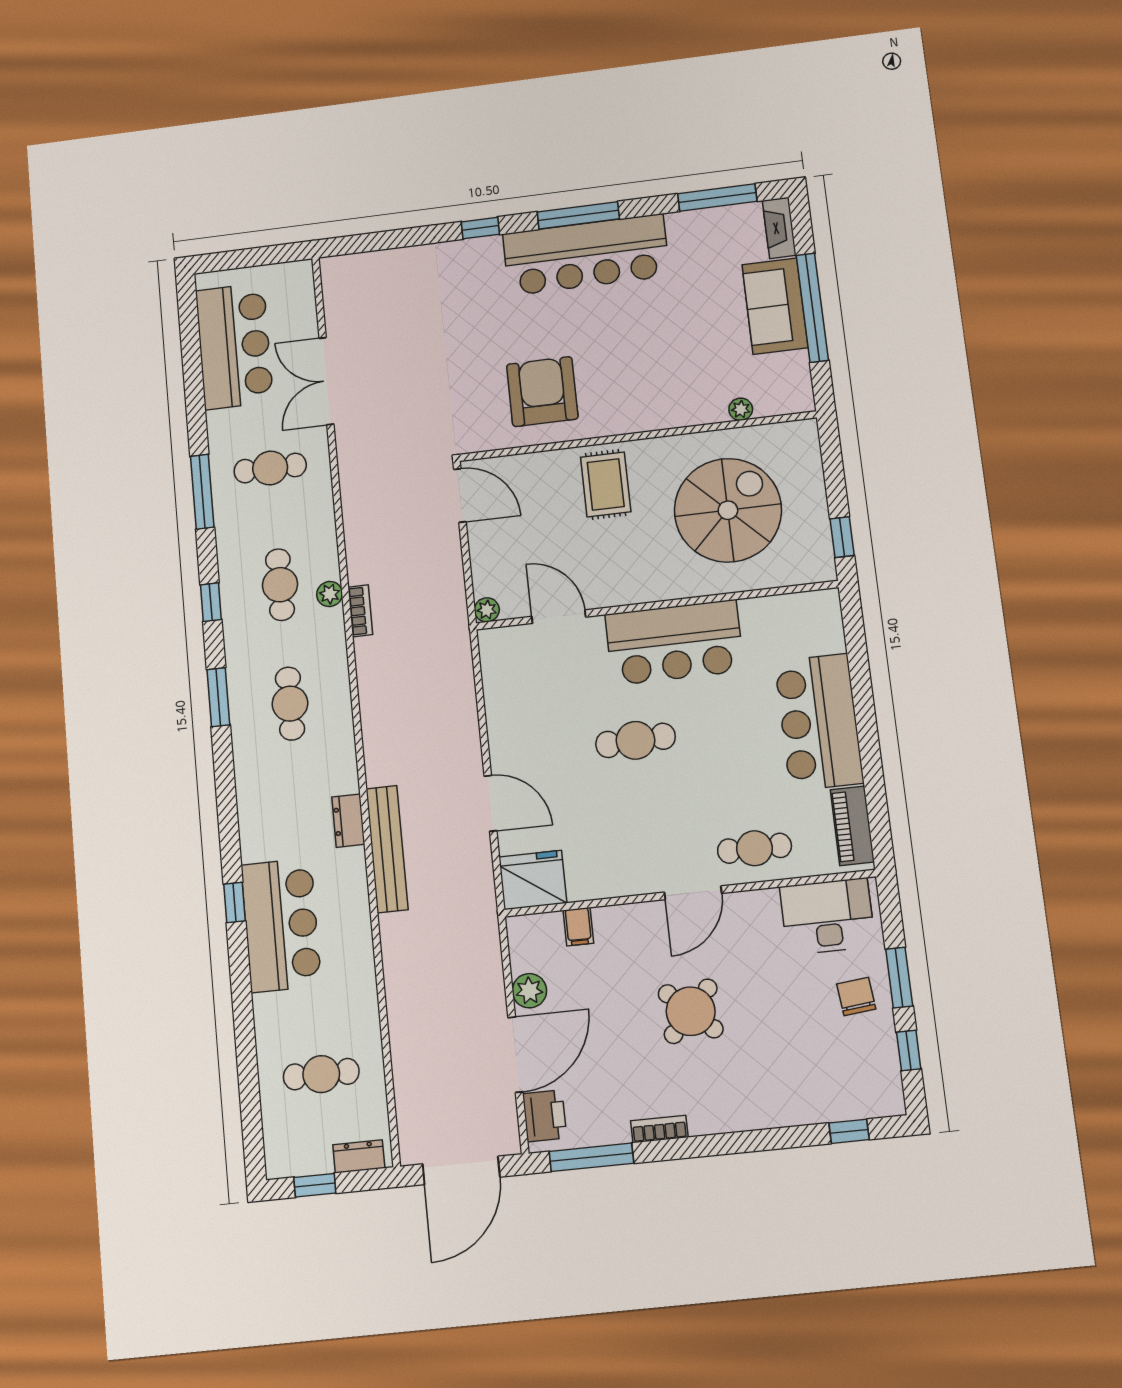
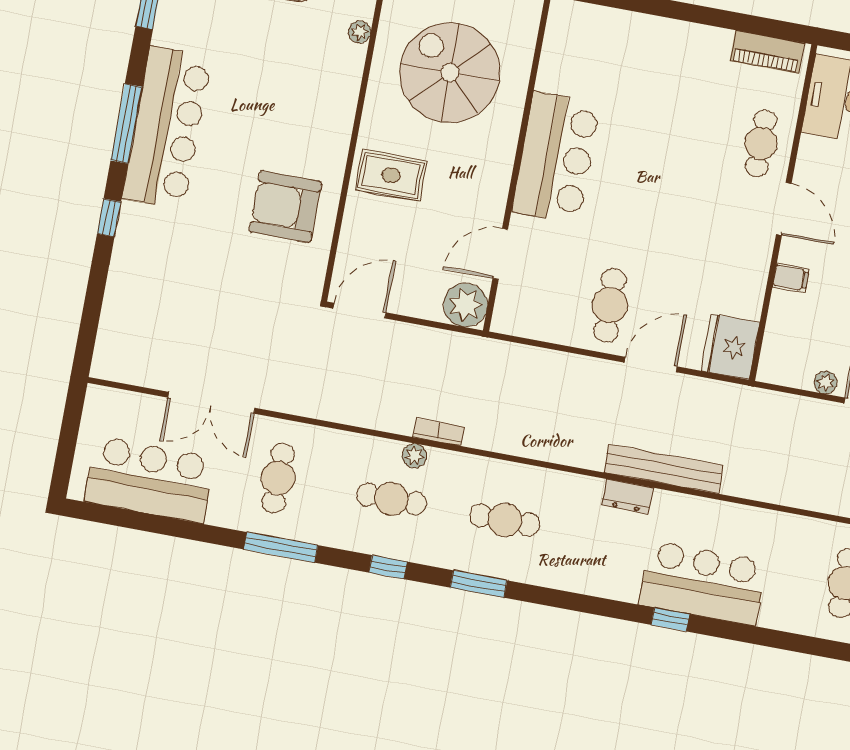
plant: (487, 610) -> (466, 305), width x1.88, depth x1.88
bar counter: (819, 722) -> (667, 52), removed
cafe table: (635, 740) -> (610, 305), moved
filing cabinet: (578, 927) -> (791, 278), moved
plant: (529, 991) -> (826, 382), width x0.73, depth x0.73

